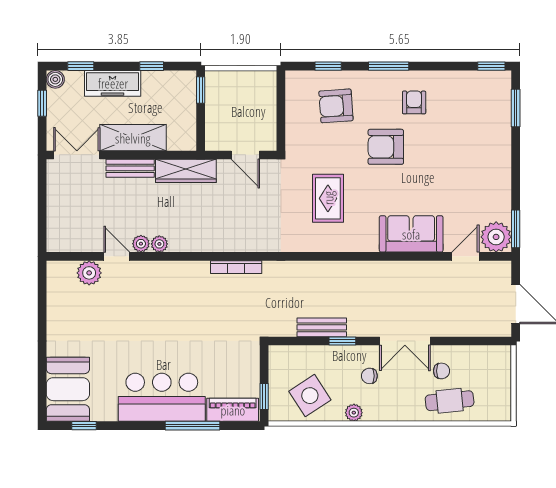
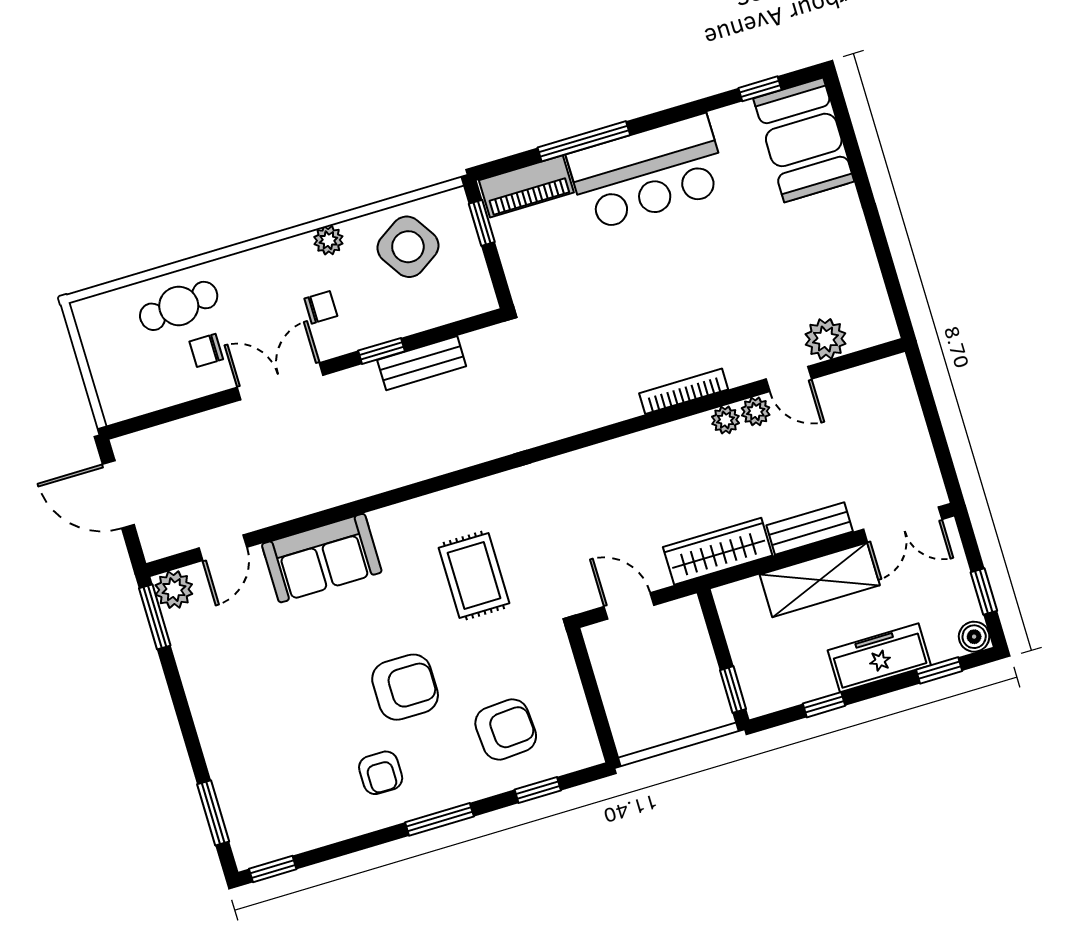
plant: (496, 237) -> (174, 590), width x0.73, depth x0.73
bookcase: (236, 267) -> (684, 391), moved

